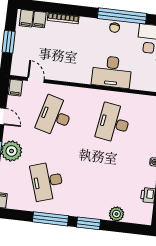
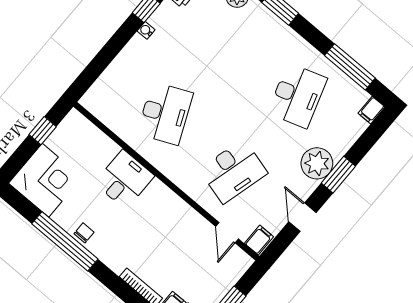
desk: (112, 72) -> (124, 179), width x0.73
desk: (113, 123) -> (165, 113), turned -33
window: (50, 219) -> (350, 67), moved

